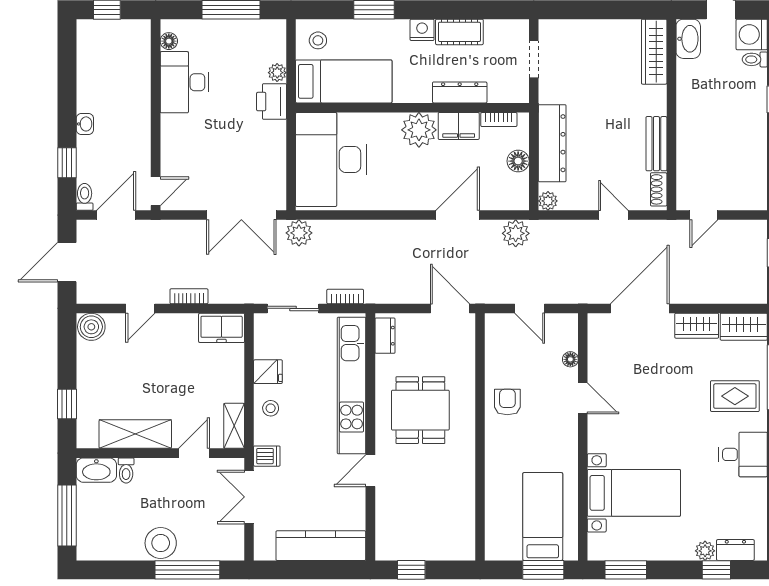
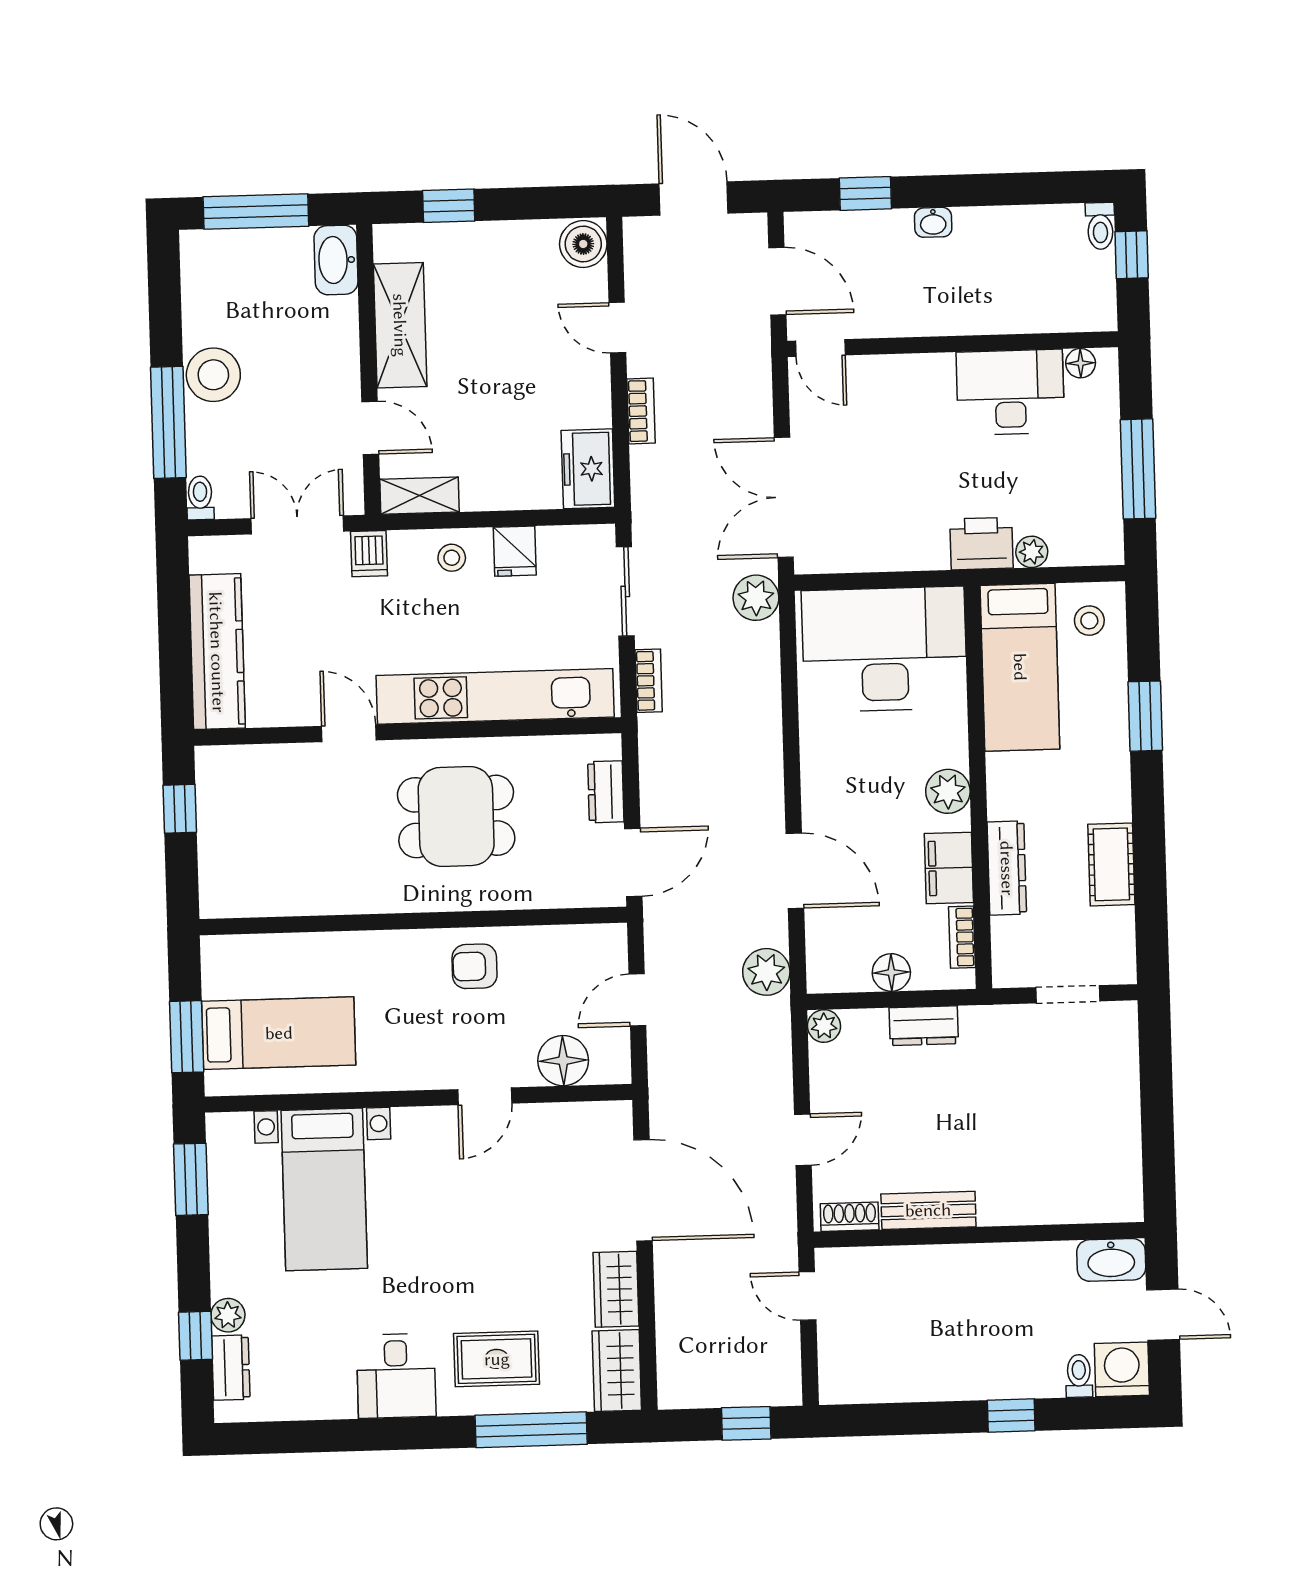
nightstand: (422, 30) -> (1113, 800), removed
wardrobe: (654, 52) -> (1087, 1202), removed
plant: (419, 130) -> (948, 791), width x0.73, depth x0.73
dresser: (552, 143) -> (924, 1026), width x0.51, depth x0.80
toilet: (85, 197) -> (1100, 226), moved, turned 90
dresser: (385, 336) -> (606, 792), moved, turned 90
floor lamp: (570, 359) -> (563, 1061), width x1.89, depth x1.89
rug: (735, 396) -> (497, 1359), turned 90
armchair: (507, 402) -> (475, 966), turned 180
toilet: (126, 470) -> (200, 498), moved, turned 90

